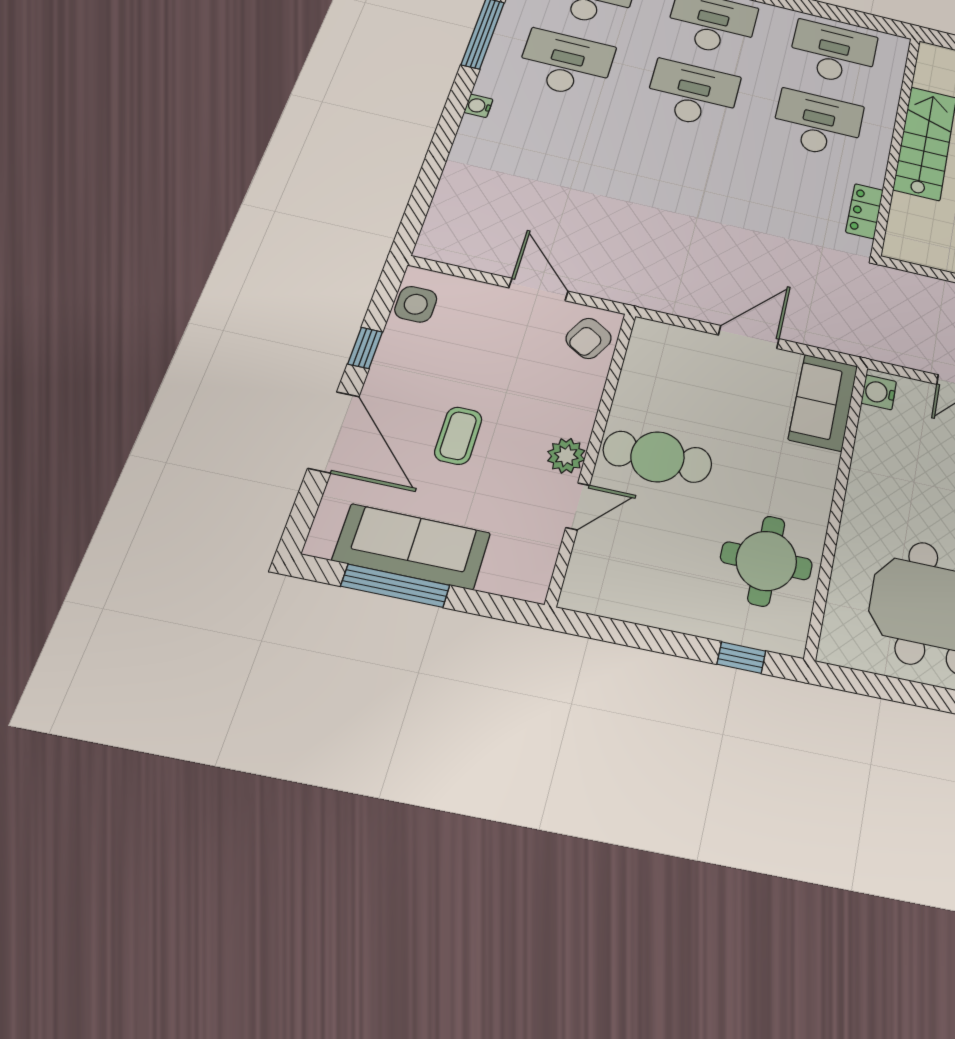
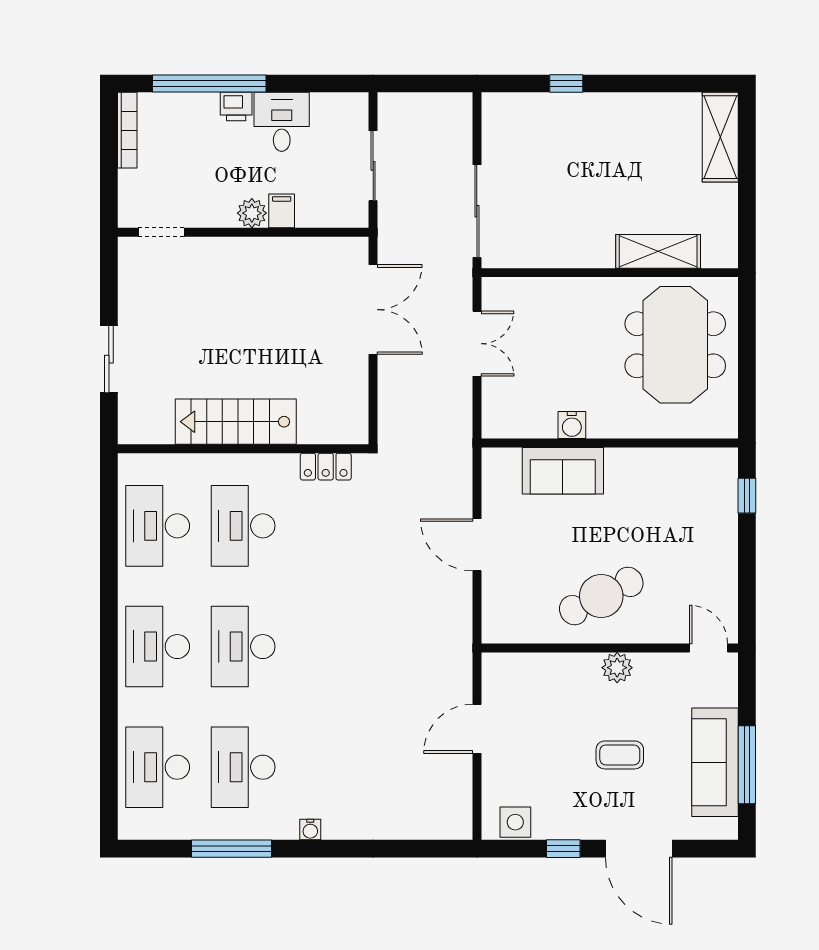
armchair: (589, 338) -> (511, 677), removed
water cooler: (879, 392) -> (572, 425), moved
sofa: (823, 402) -> (563, 471), moved
door: (334, 432) -> (639, 849), swing flipped
cafe table: (658, 457) -> (601, 596), turned 63
door: (578, 506) -> (709, 648), moved
round table: (766, 561) -> (668, 492), removed

